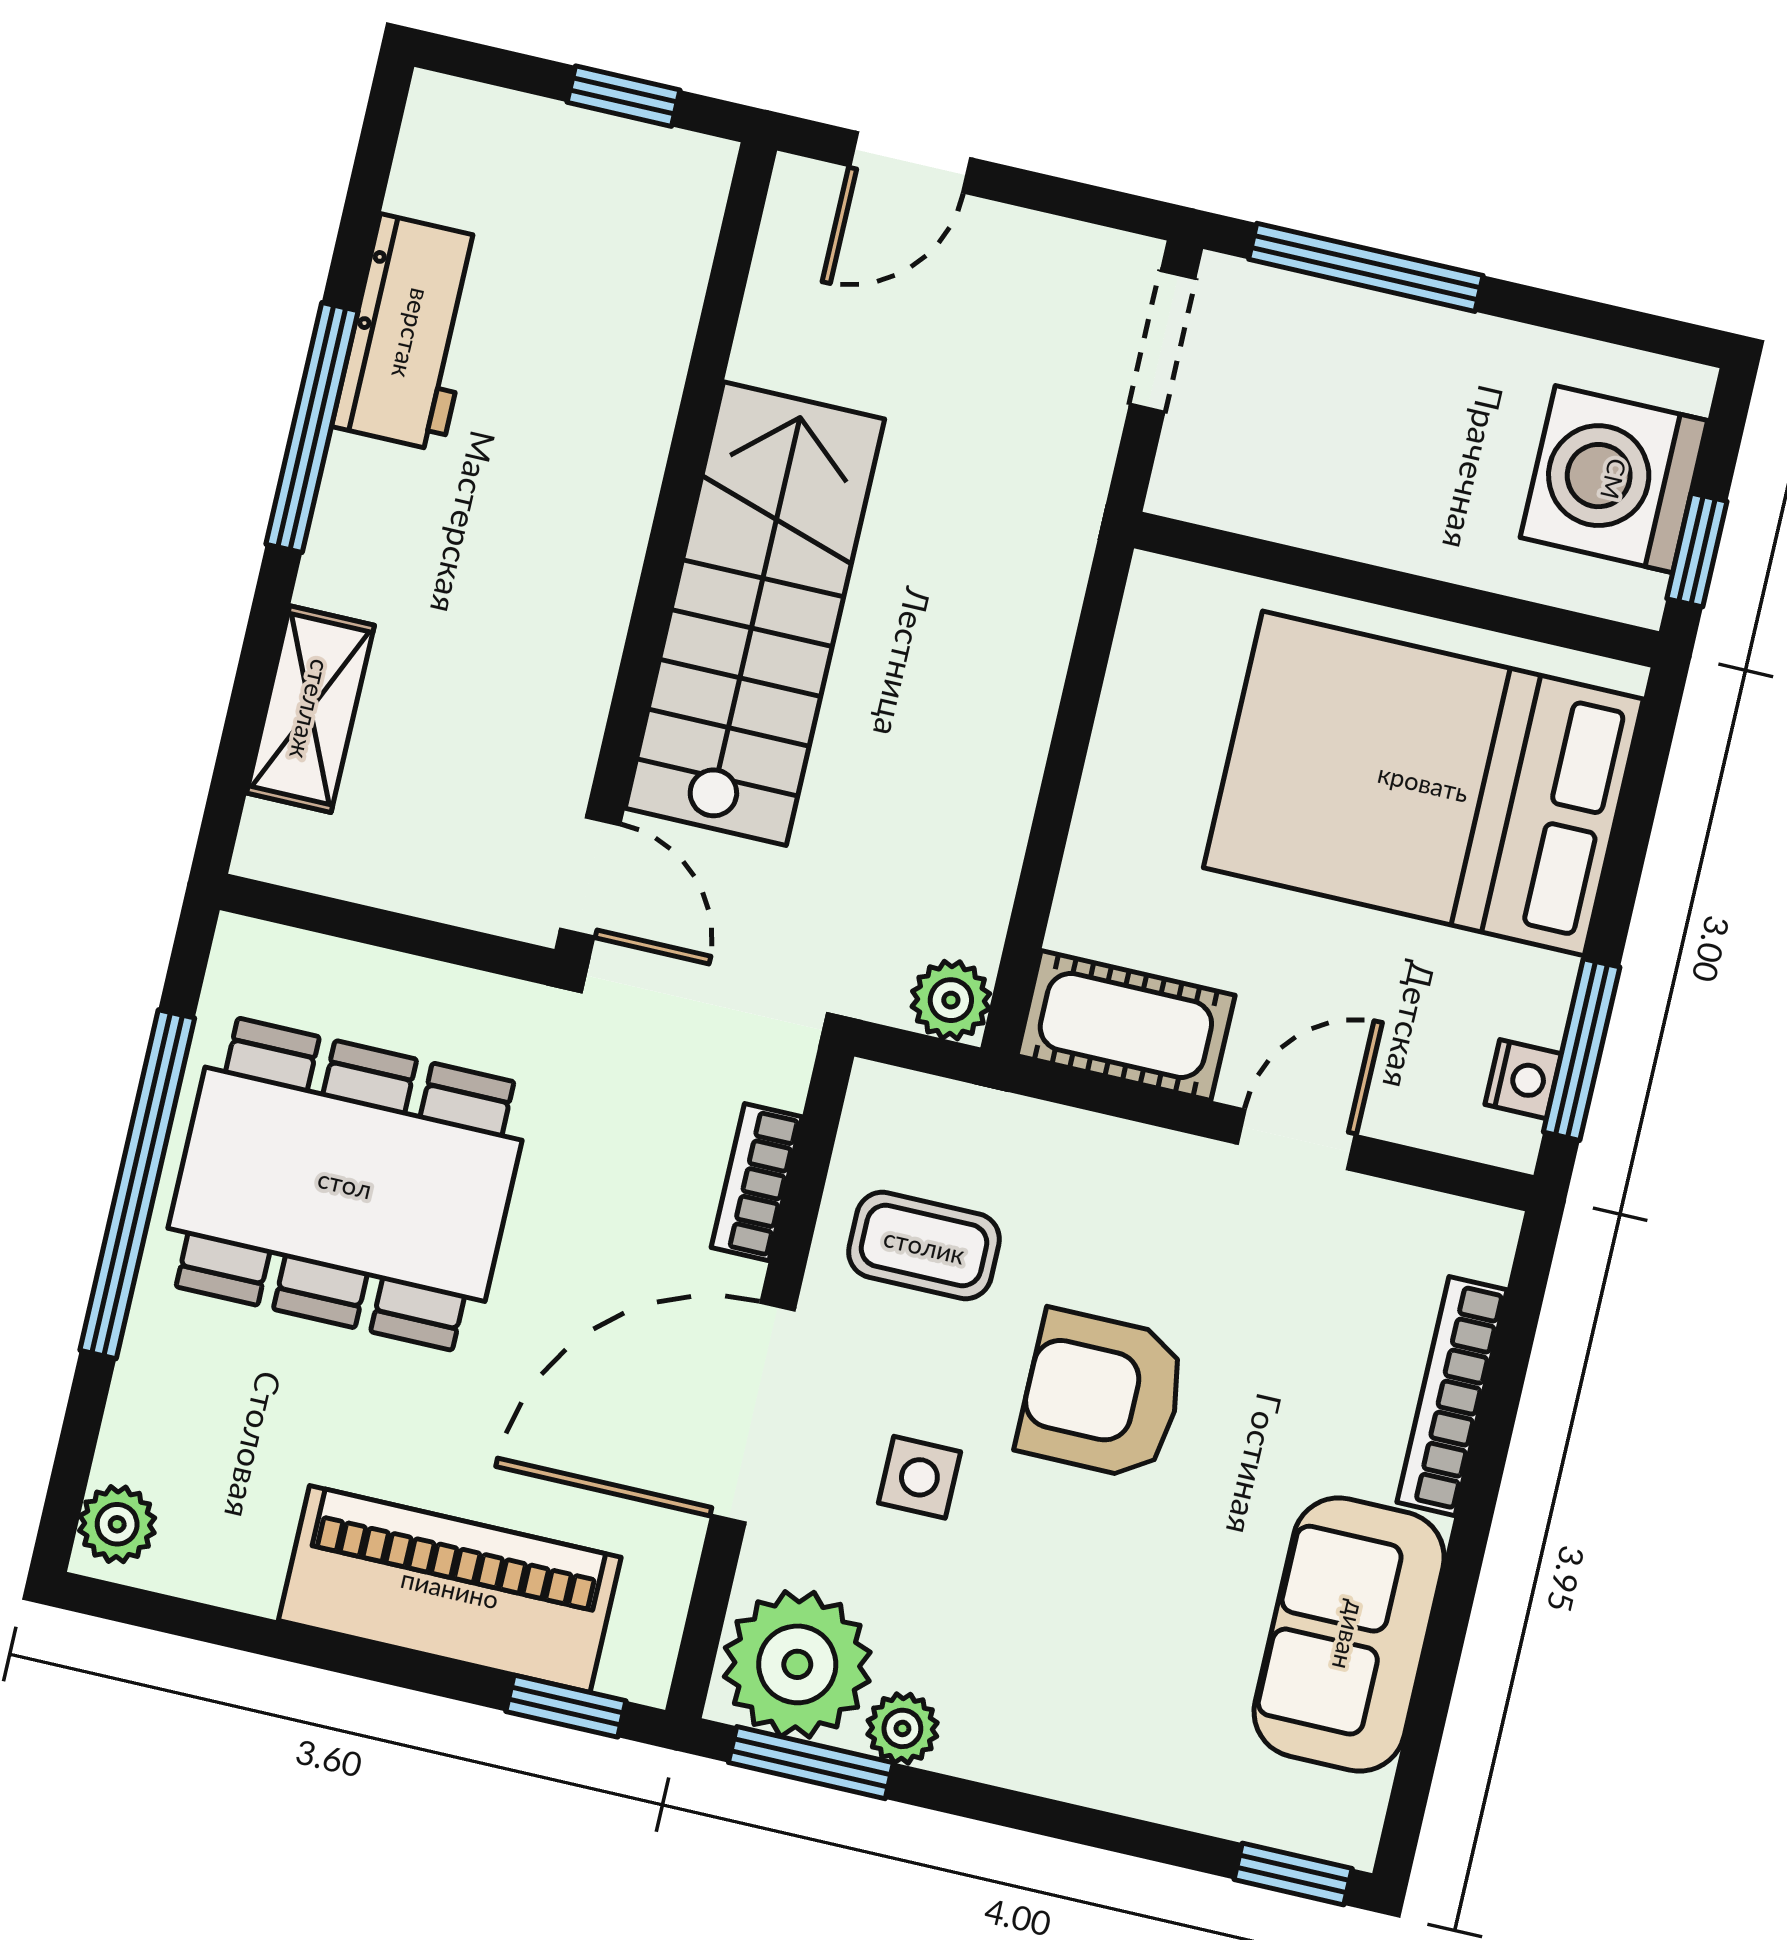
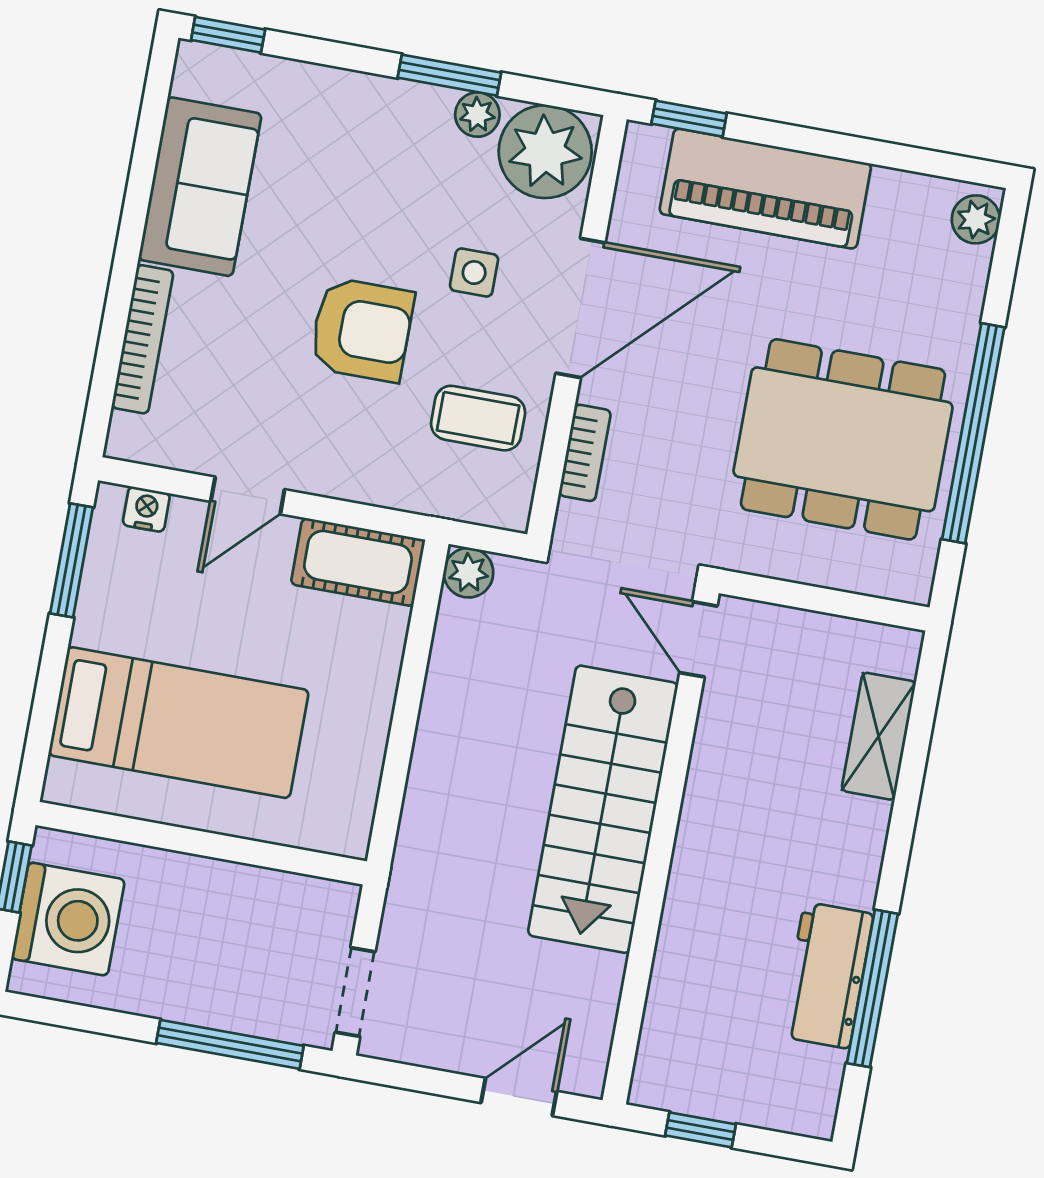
window: (312, 427) -> (872, 988), moved
bed: (1423, 783) -> (179, 723), width x0.67
nightstand: (1523, 1079) -> (146, 509), moved, turned 90
window: (811, 1763) -> (449, 75), moved

